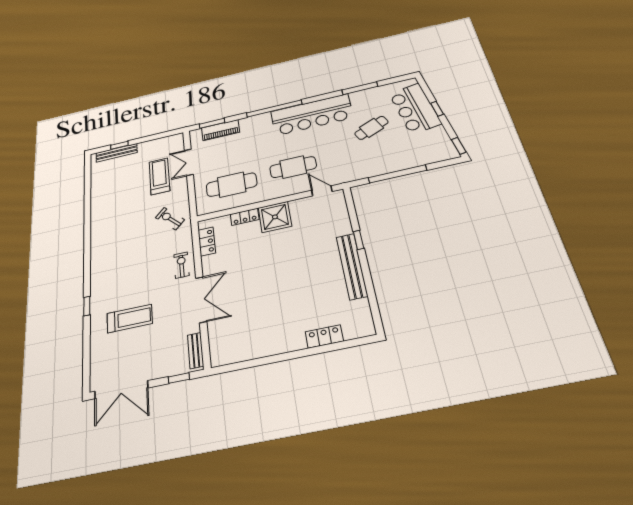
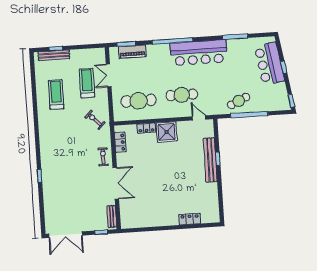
cafe table: (371, 128) -> (239, 101), moved
bench: (352, 266) -> (210, 160), moved
treadmill: (130, 319) -> (56, 95), moved, turned -90

